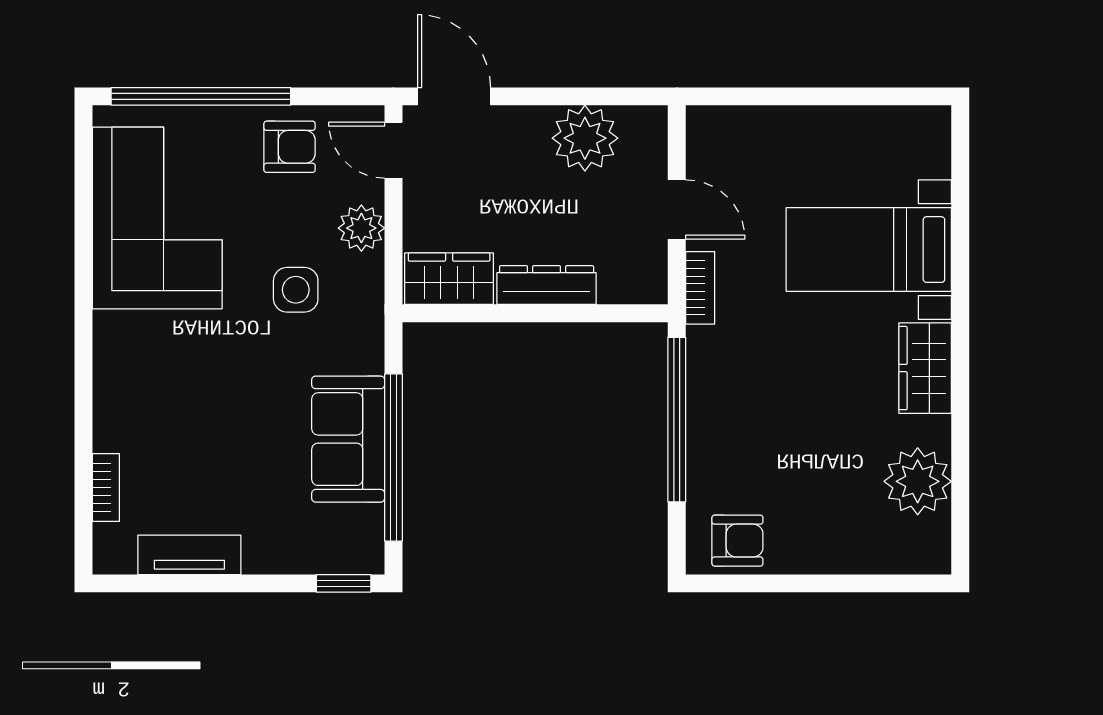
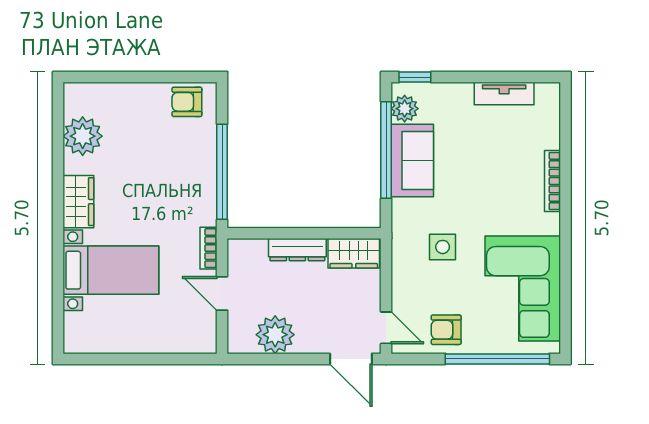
plant: (361, 228) -> (405, 109), moved
bookcase: (106, 488) -> (552, 181), moved, width x1.56

